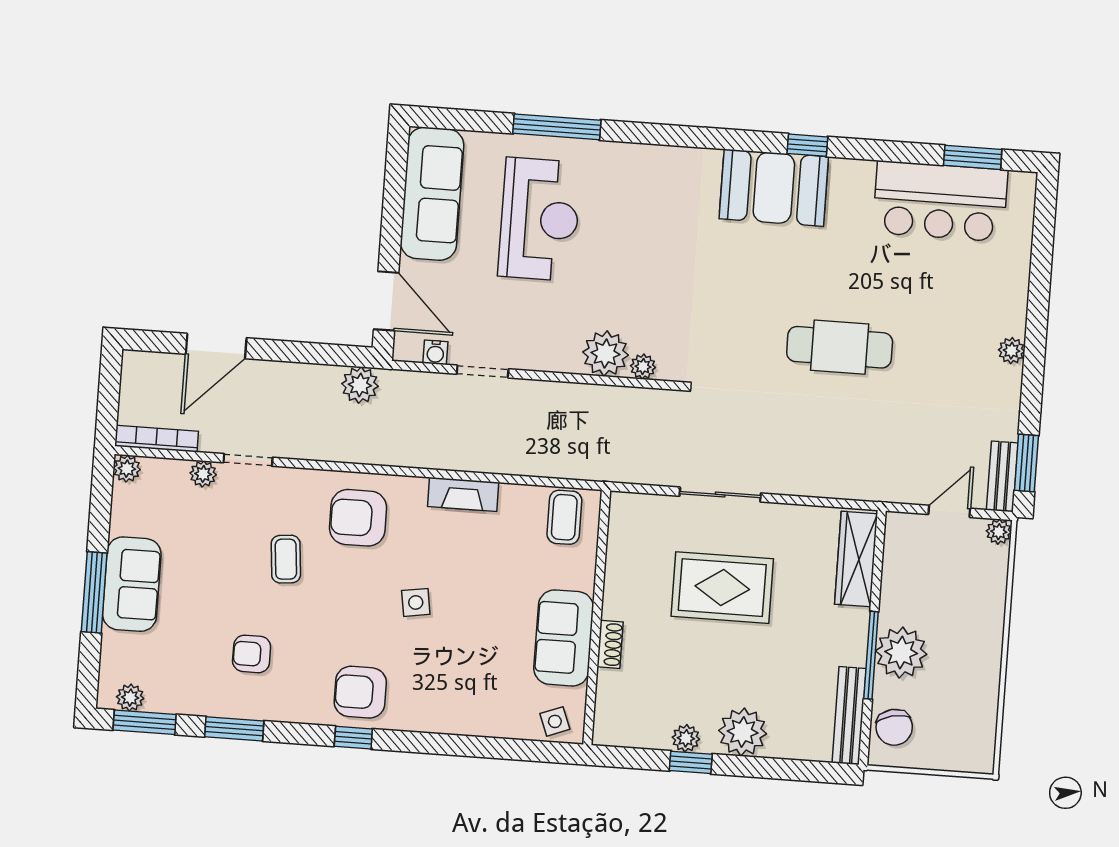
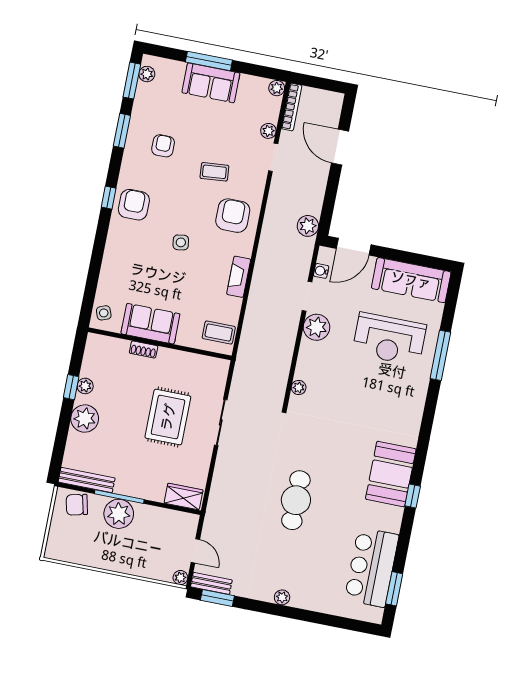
plant: (606, 354) -> (317, 327), moved
wardrobe: (856, 559) -> (184, 497), width x0.67

